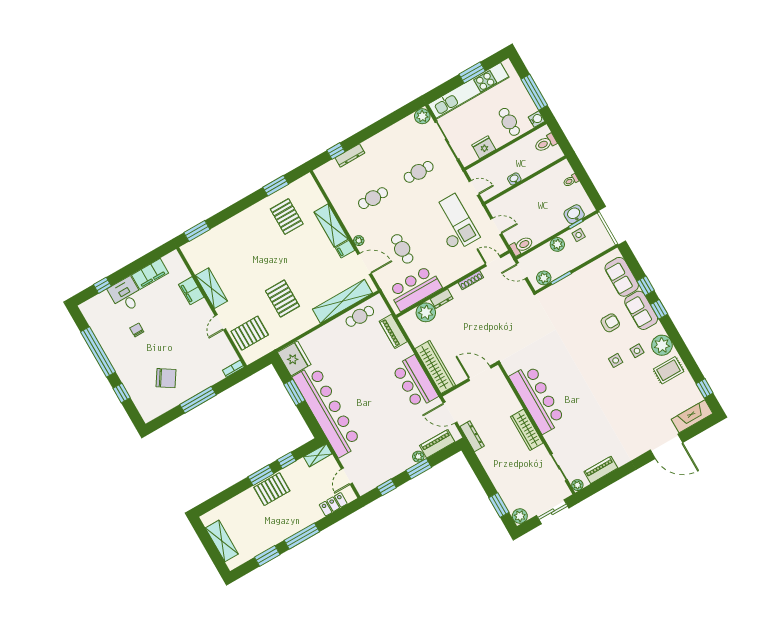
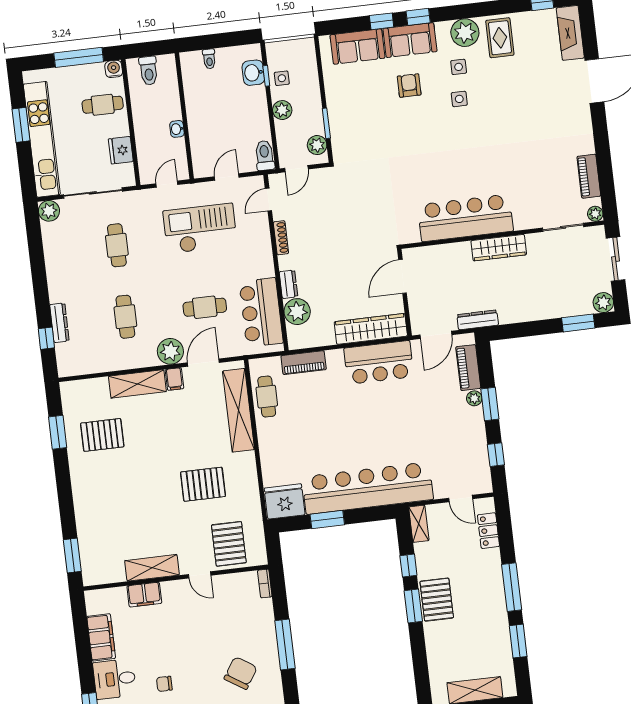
plant: (359, 241) -> (170, 351), width x1.88, depth x1.88

